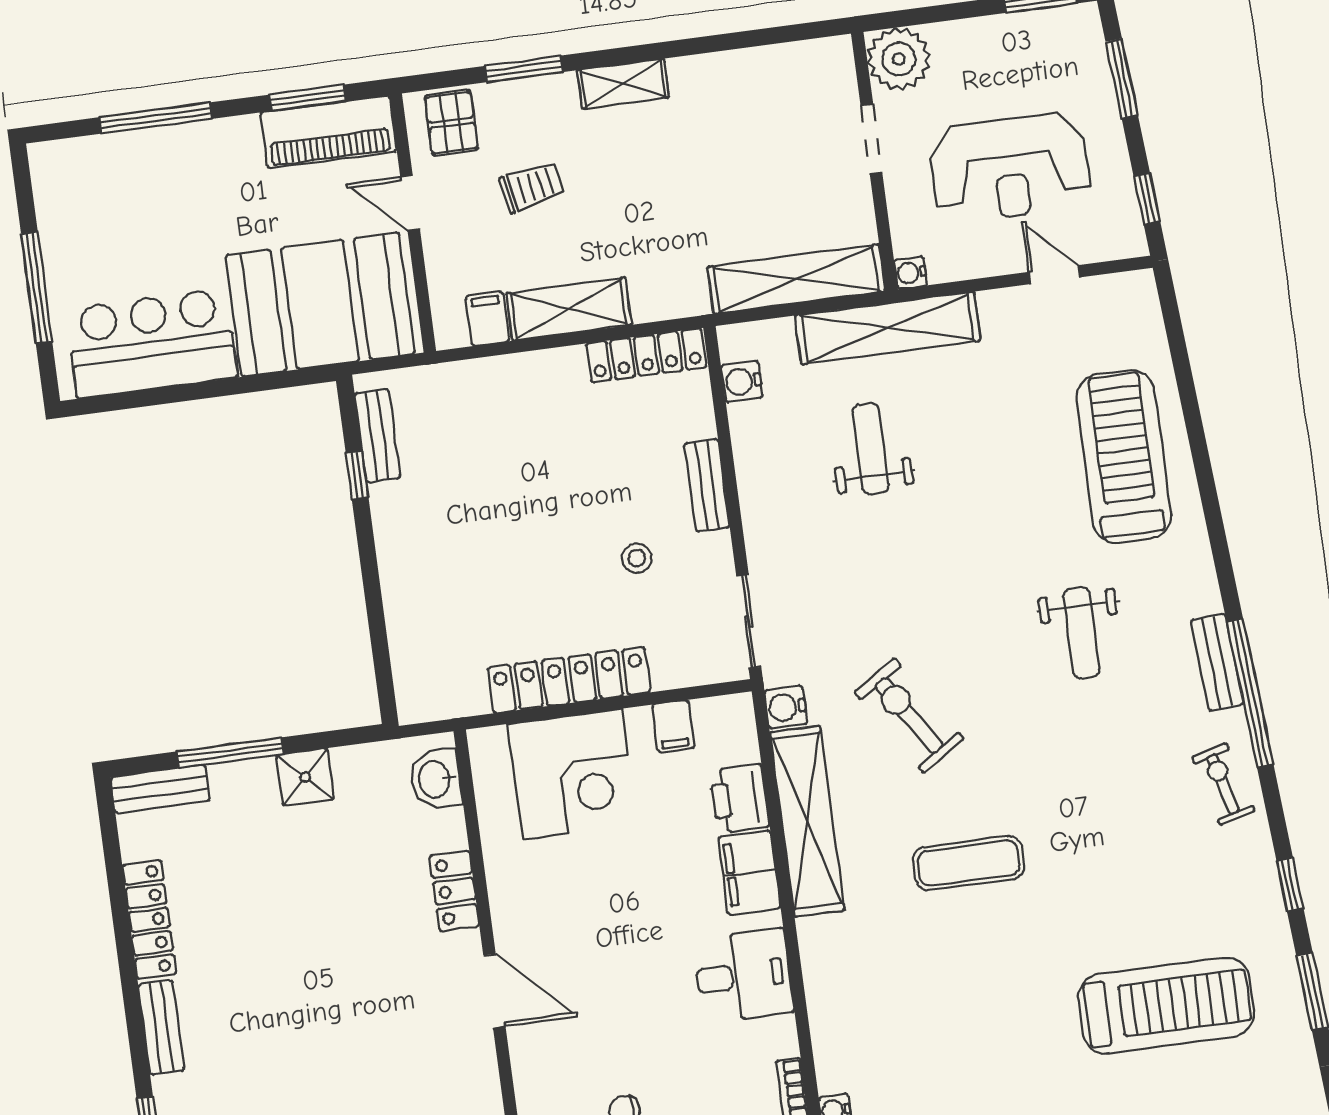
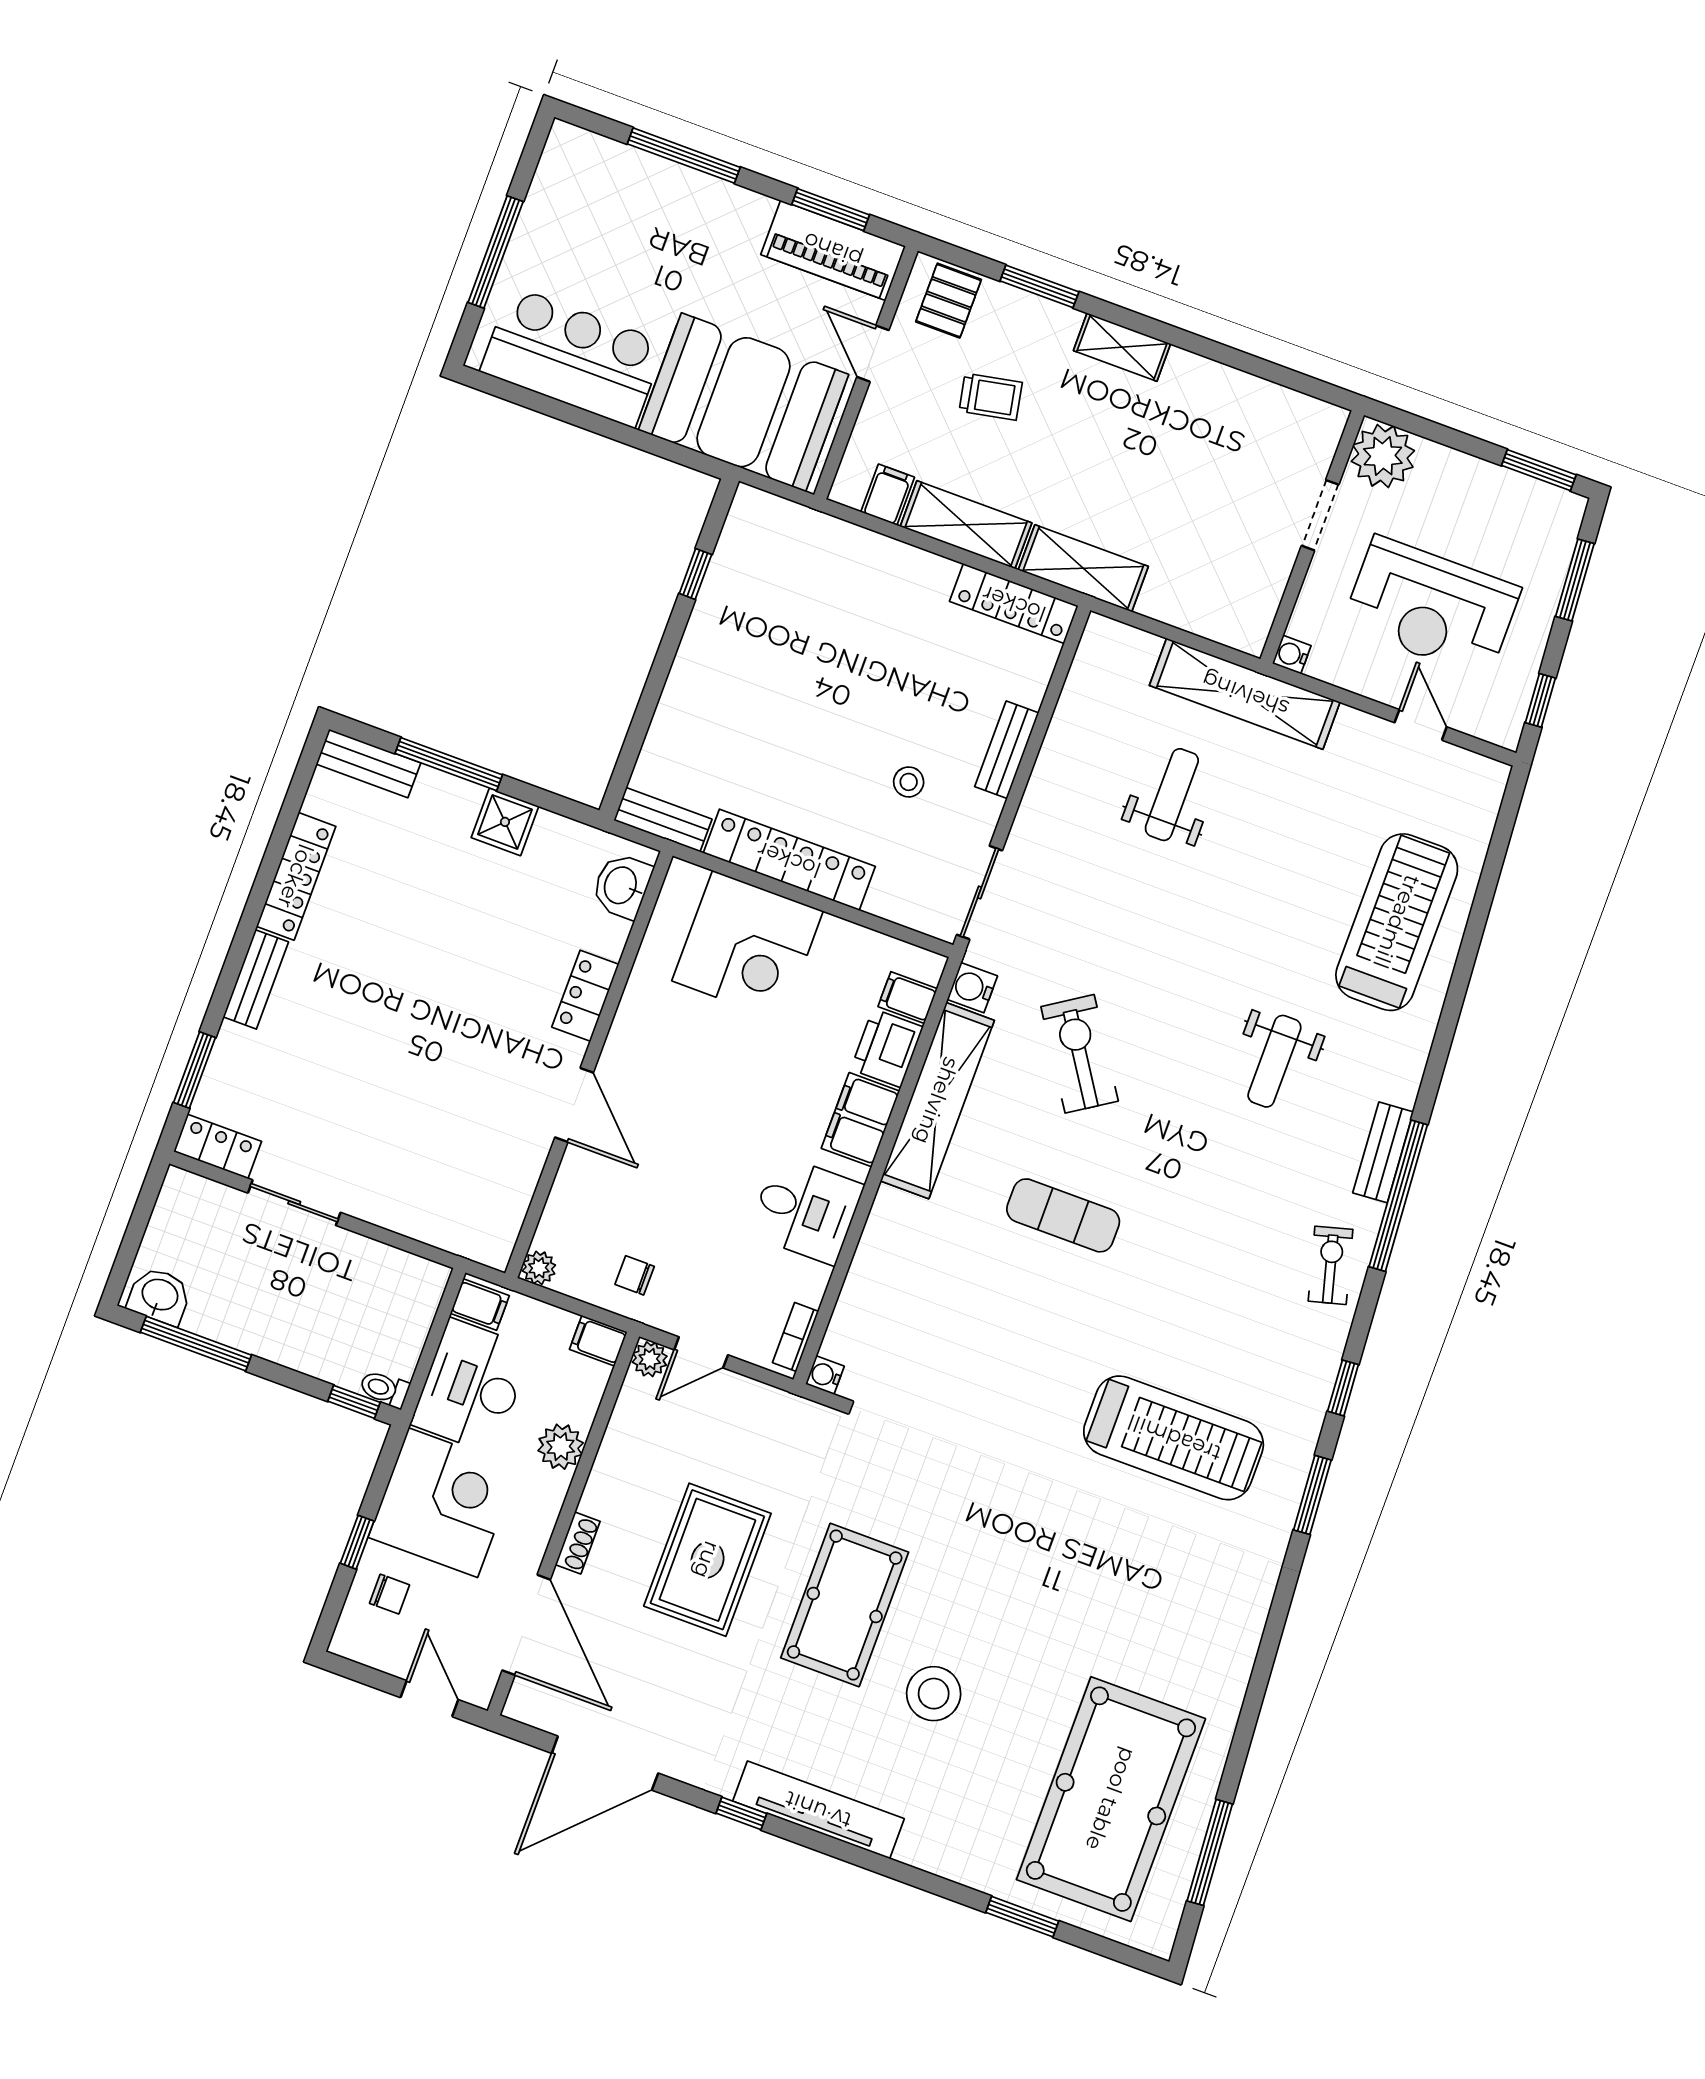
shelving: (796, 279) -> (1083, 568), moved, width x0.68
water cooler: (742, 381) -> (1088, 673), removed
bench: (377, 436) -> (663, 820), moved, turned 90
filing cabinet: (673, 726) -> (908, 998), moved, turned 90

